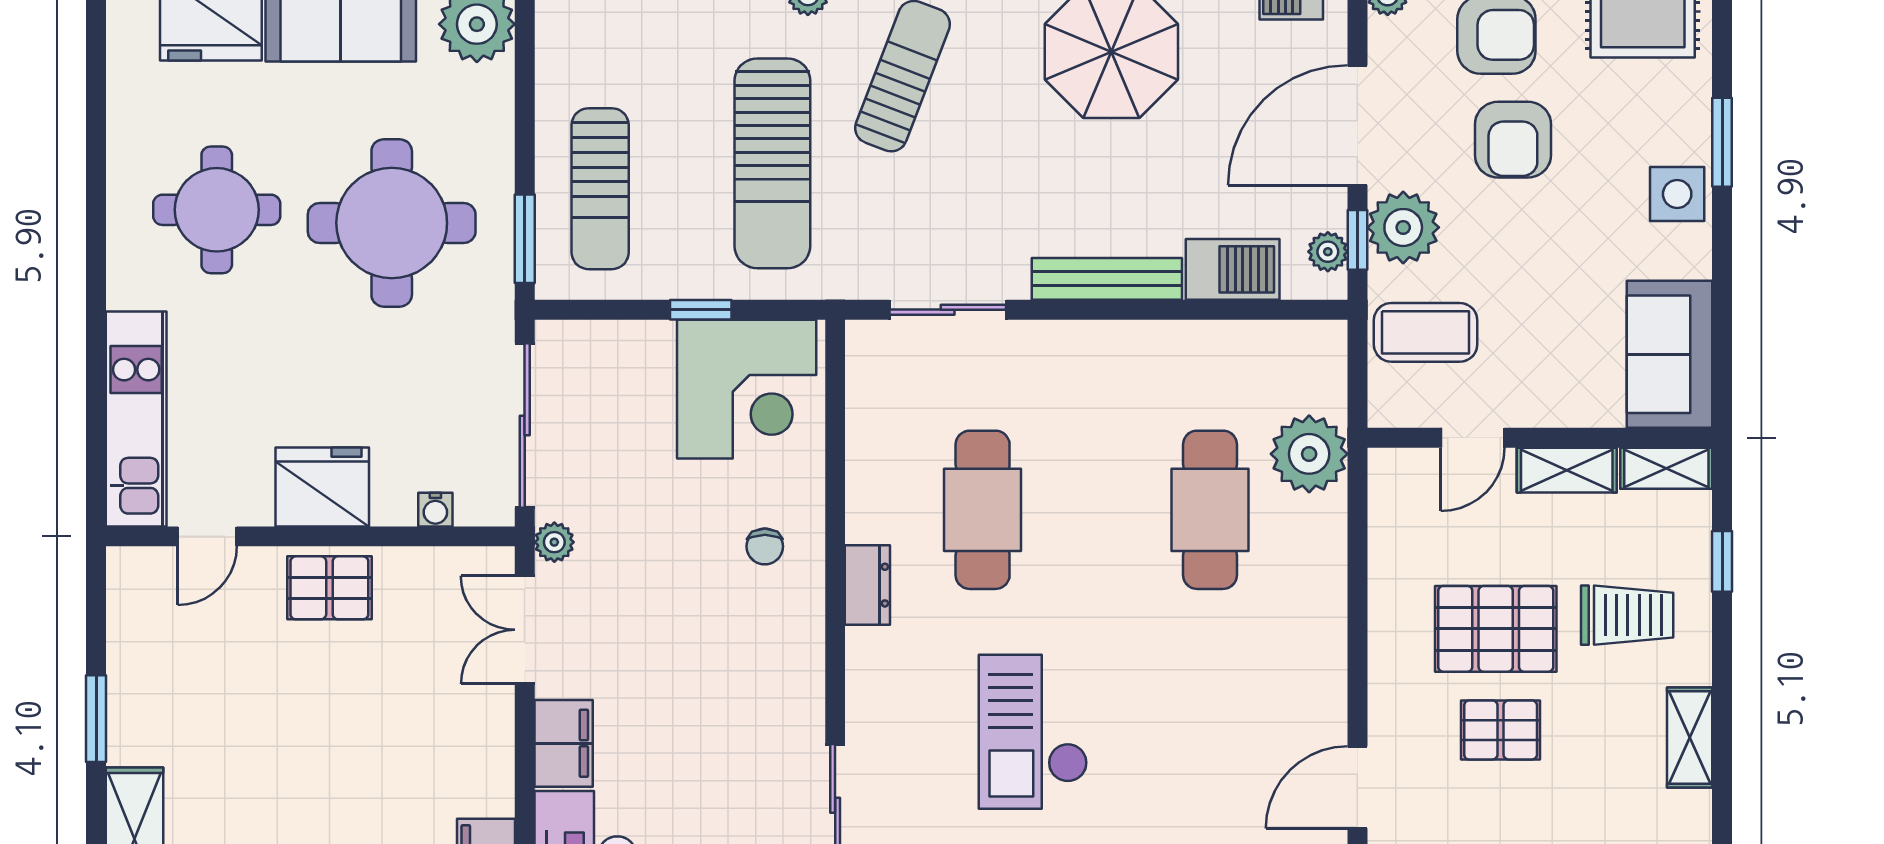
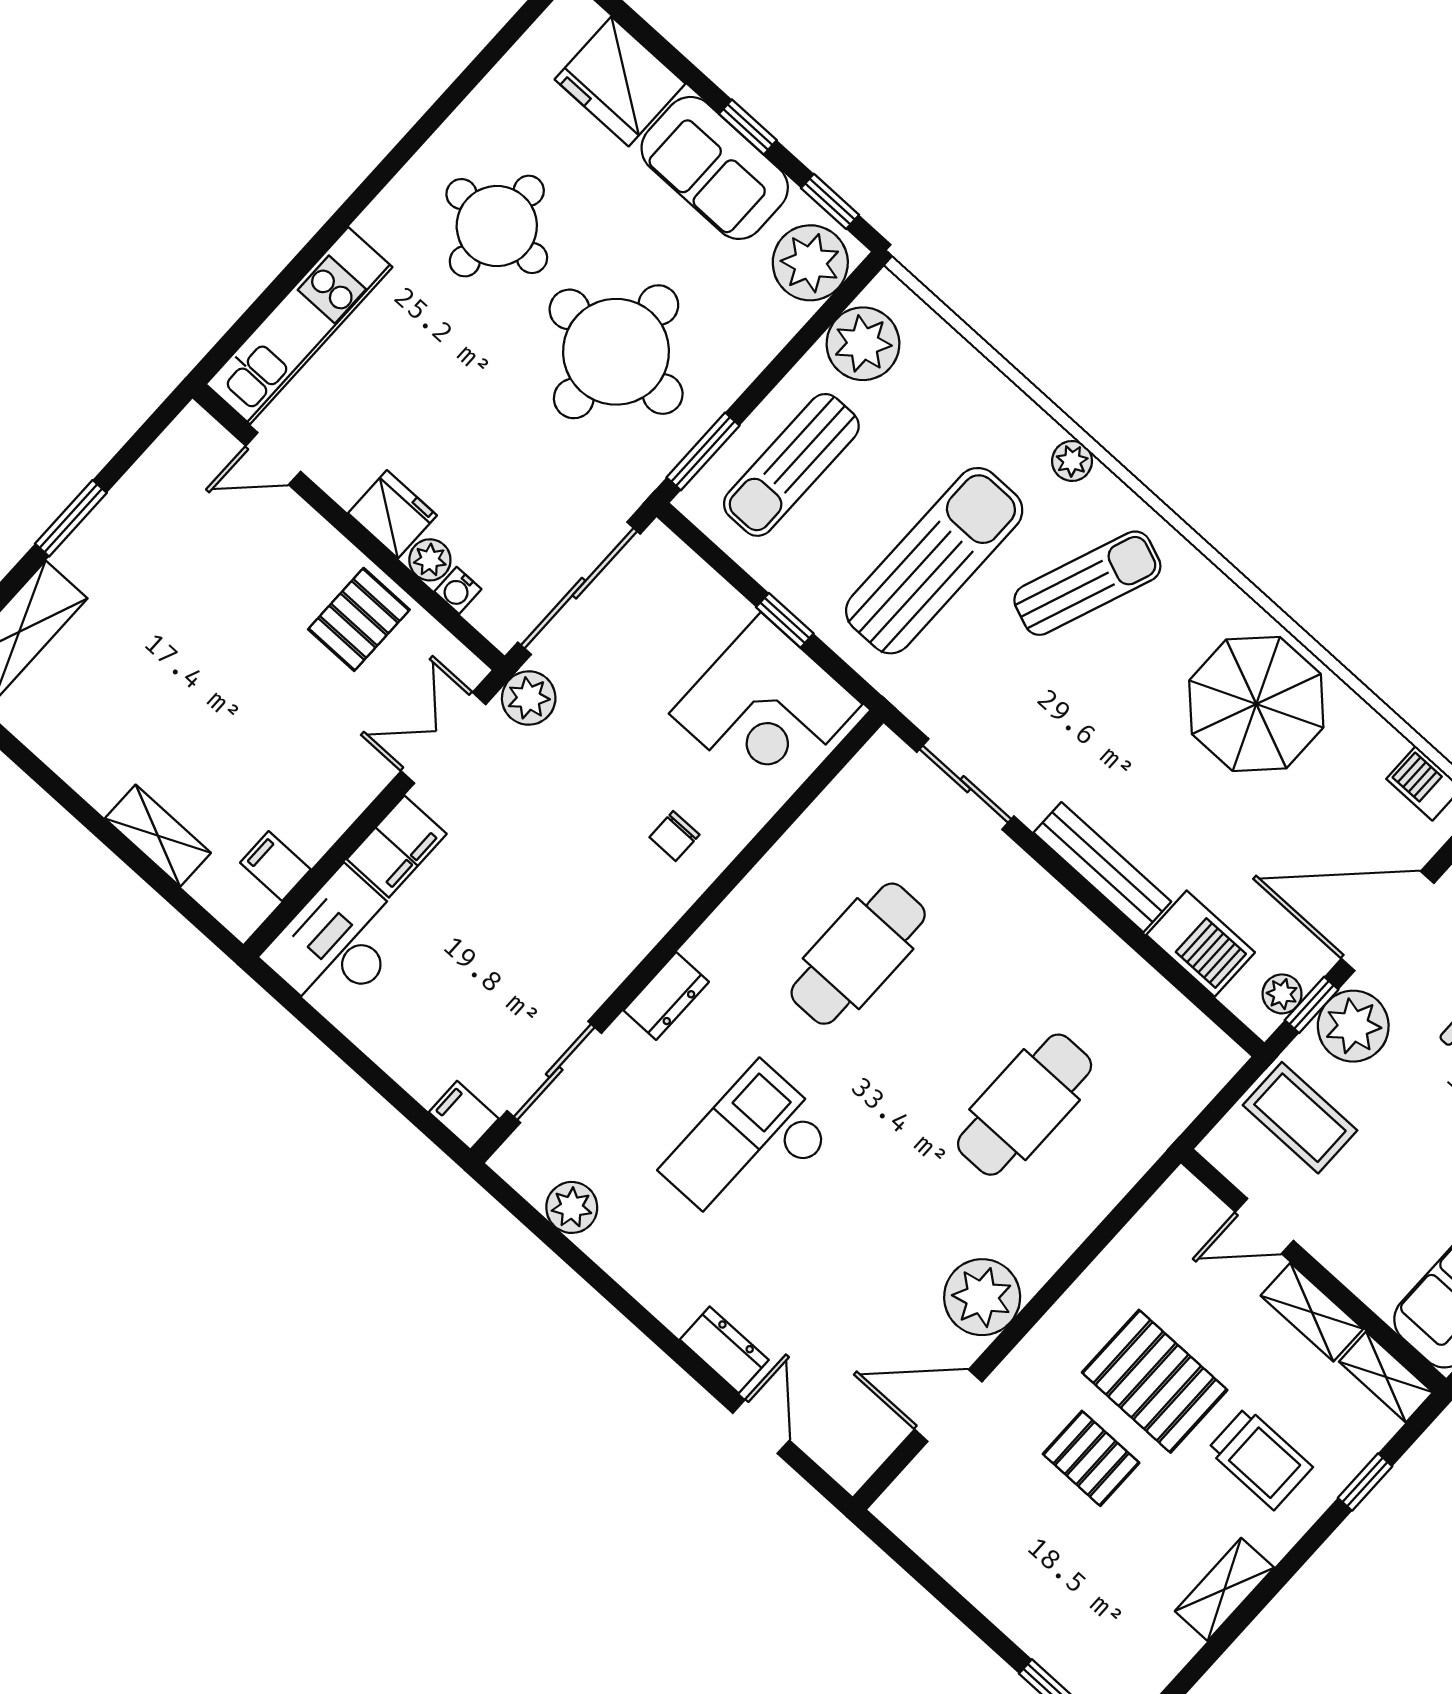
plant: (571, 49) -> (863, 344), added
sun lounger: (772, 163) -> (934, 561), turned 180
plant: (1309, 454) -> (982, 1297), moved
fridge: (322, 487) -> (392, 514), width x0.73, depth x0.75
plant: (394, 506) -> (430, 560), added
plant: (554, 542) -> (529, 698), width x1.38, depth x1.38
dresser: (867, 585) -> (666, 996), moved
pallet: (329, 588) -> (359, 619), moved, turned 90

